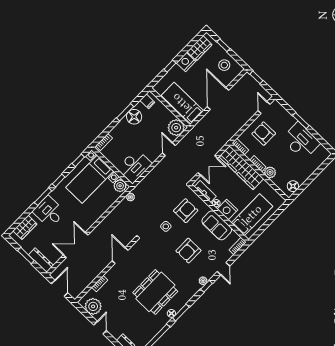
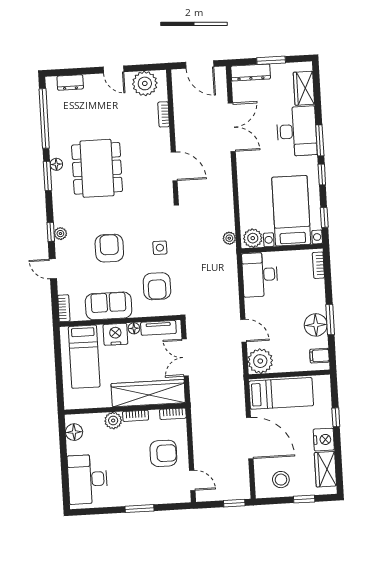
desk: (301, 141) -> (88, 479), moved, turned 90
desk: (49, 212) -> (297, 131), width x1.37

